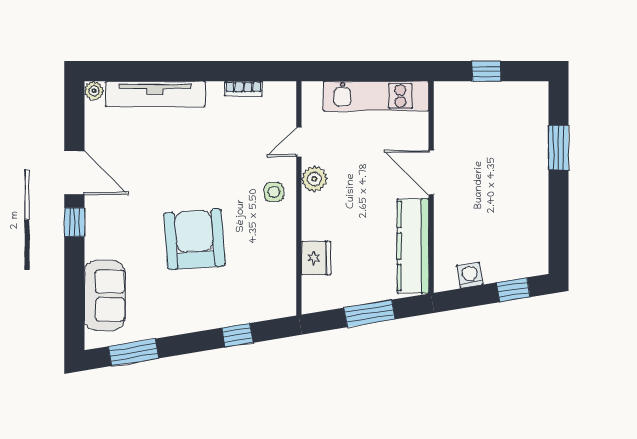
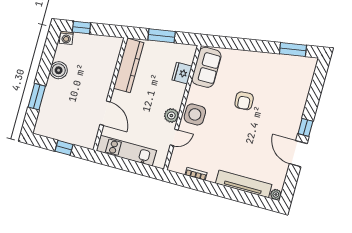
door: (431, 173) -> (105, 113), moved
side table: (274, 192) -> (195, 114), width x1.87, depth x1.87
boiler: (533, 204) -> (59, 70), added
armchair: (194, 239) -> (244, 101), width x0.53, depth x0.53
washing machine: (470, 275) -> (66, 38), moved
sofa: (105, 295) -> (206, 67), moved, turned 180
window: (237, 335) -> (235, 43), removed

